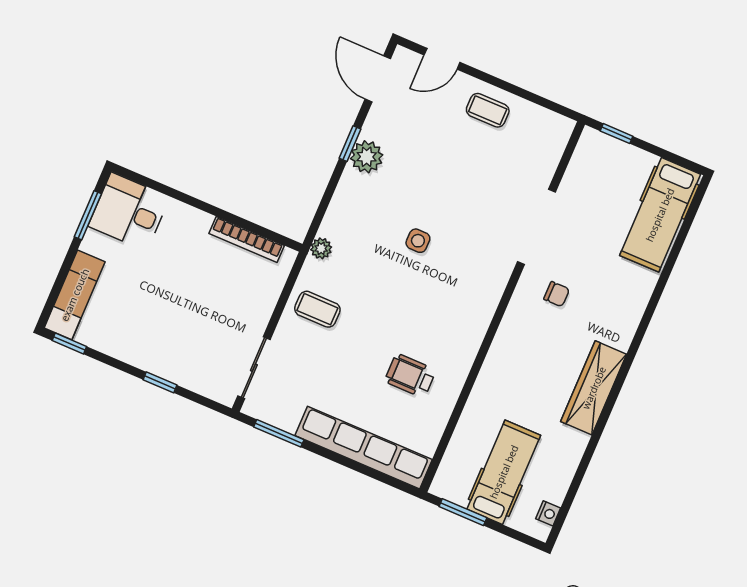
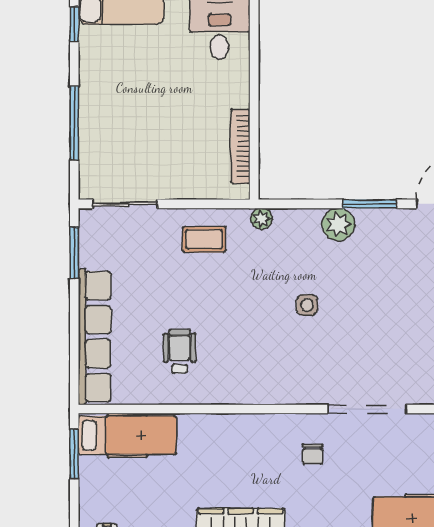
window: (350, 144) -> (370, 204), width x1.50
plant: (367, 157) -> (338, 224), moved
coffee table: (317, 309) -> (204, 239), turned 90
window: (160, 382) -> (74, 123), width x2.17
hospital bed: (504, 472) -> (127, 435), moved

